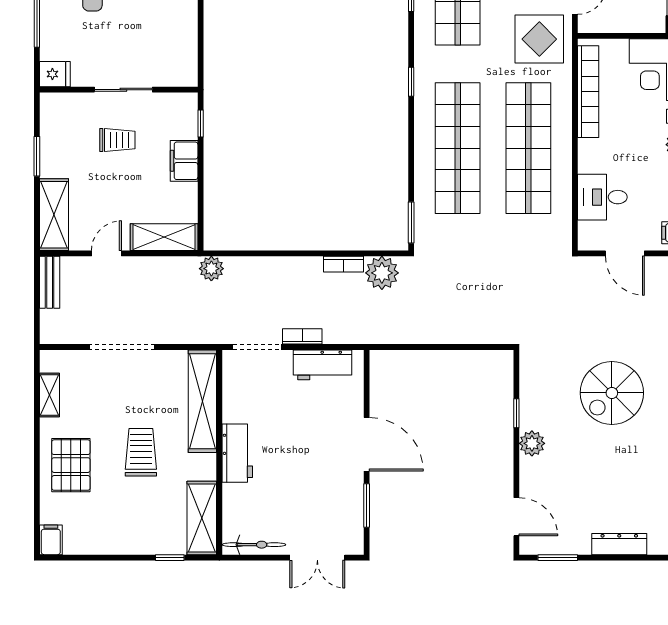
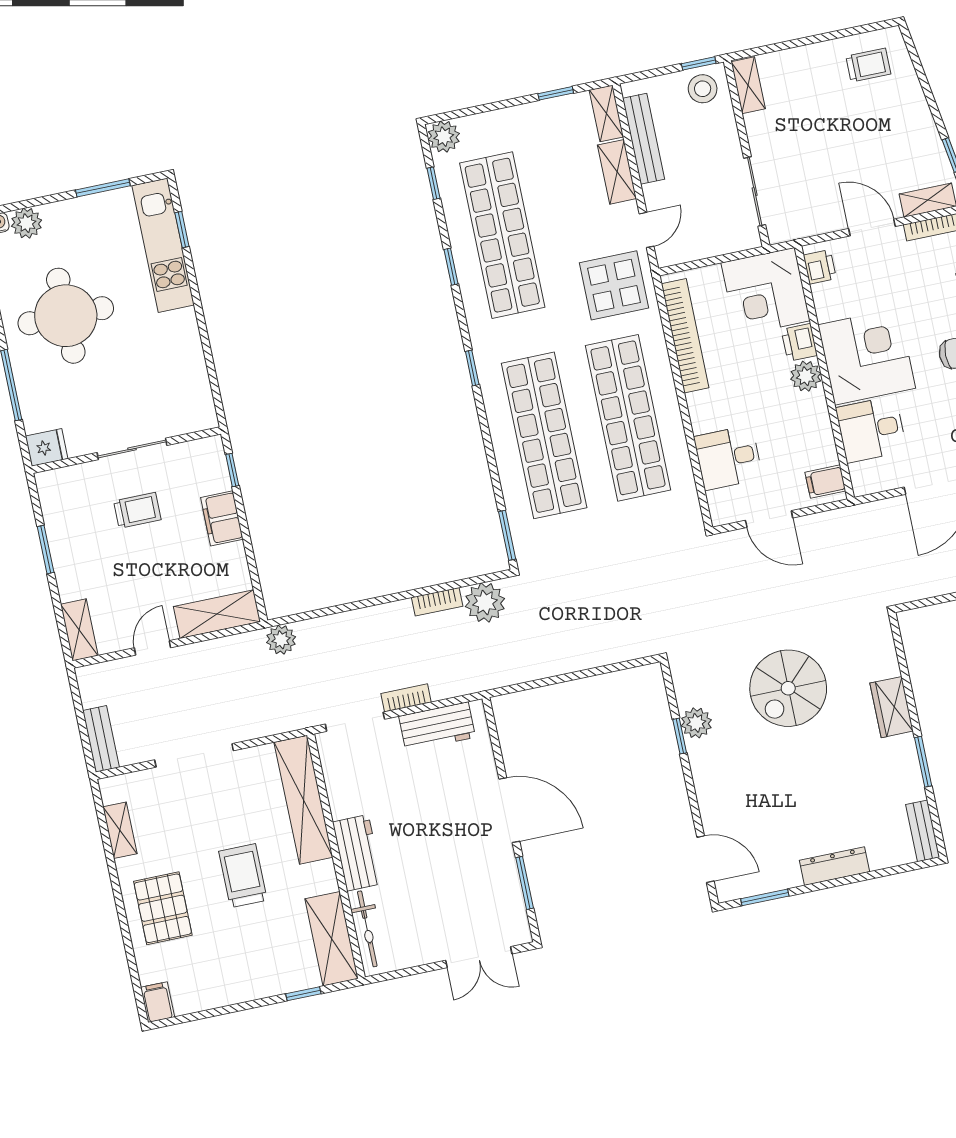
shelving: (54, 215) -> (79, 630), width x0.67, depth x0.75
bench: (50, 282) -> (101, 739), moved
plant: (532, 443) -> (696, 723), moved
bicycle: (254, 545) -> (367, 929), moved, turned 90

